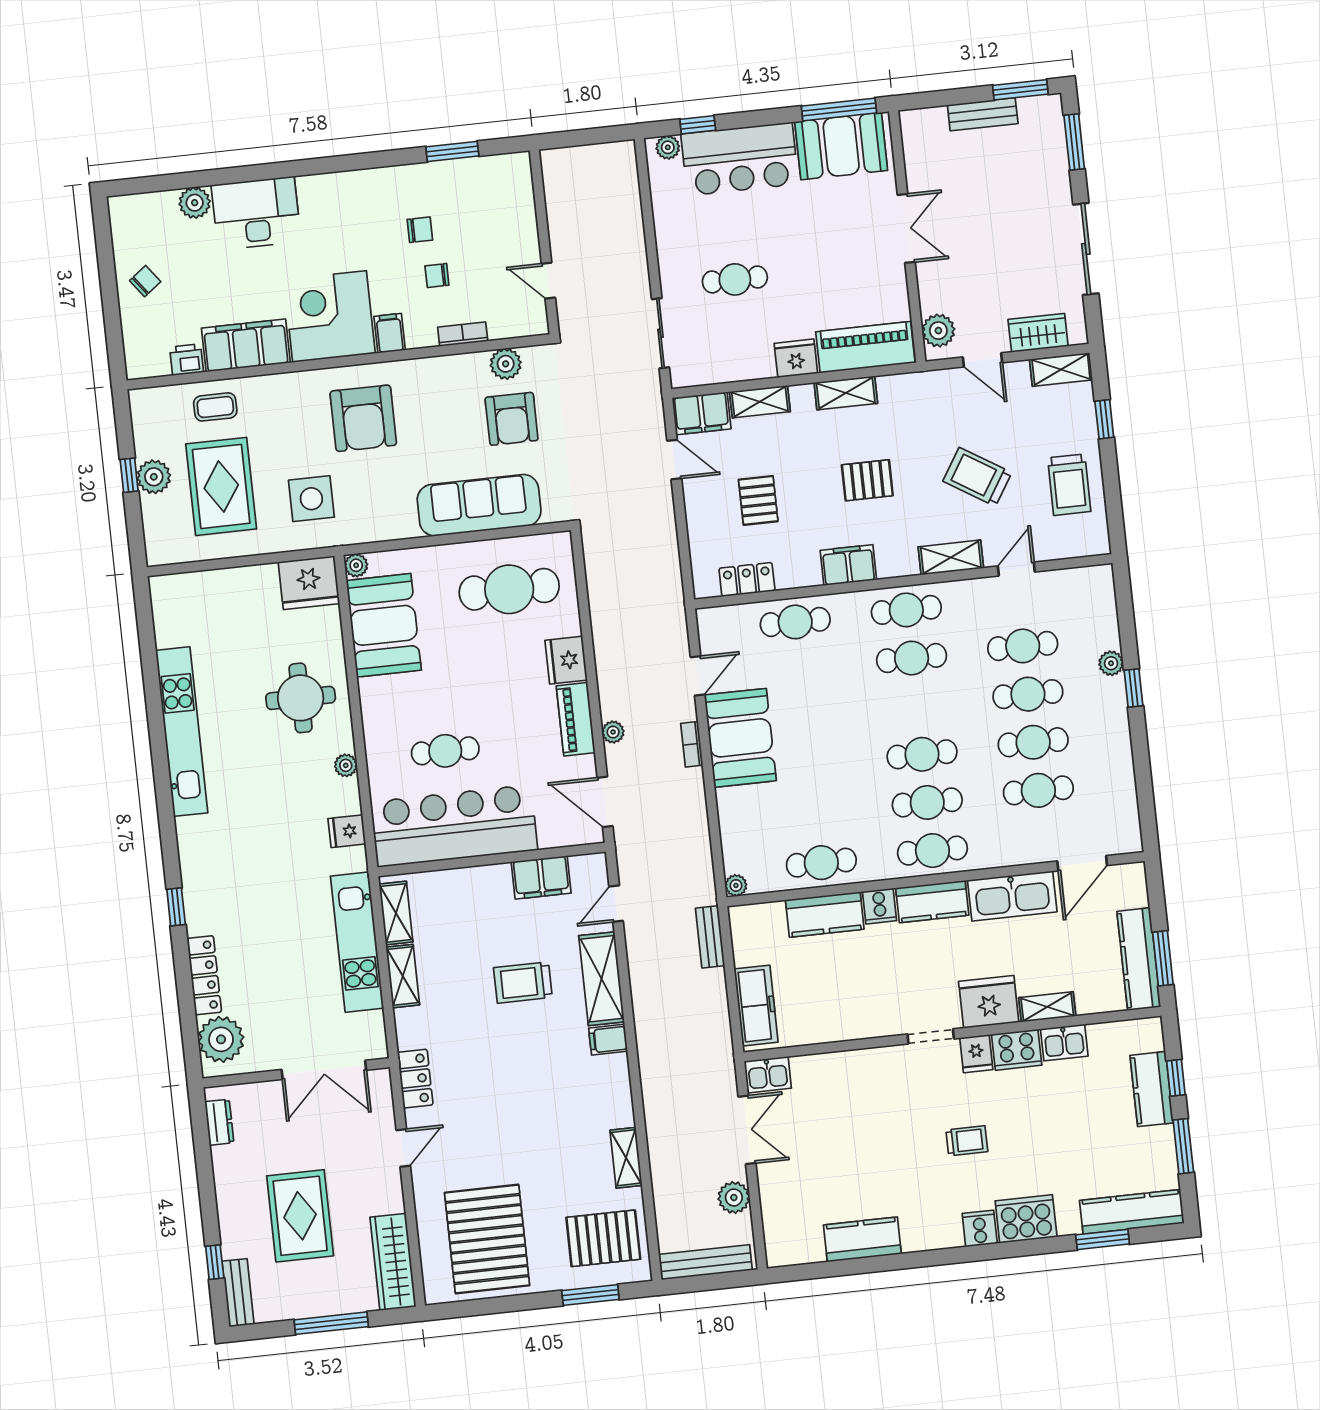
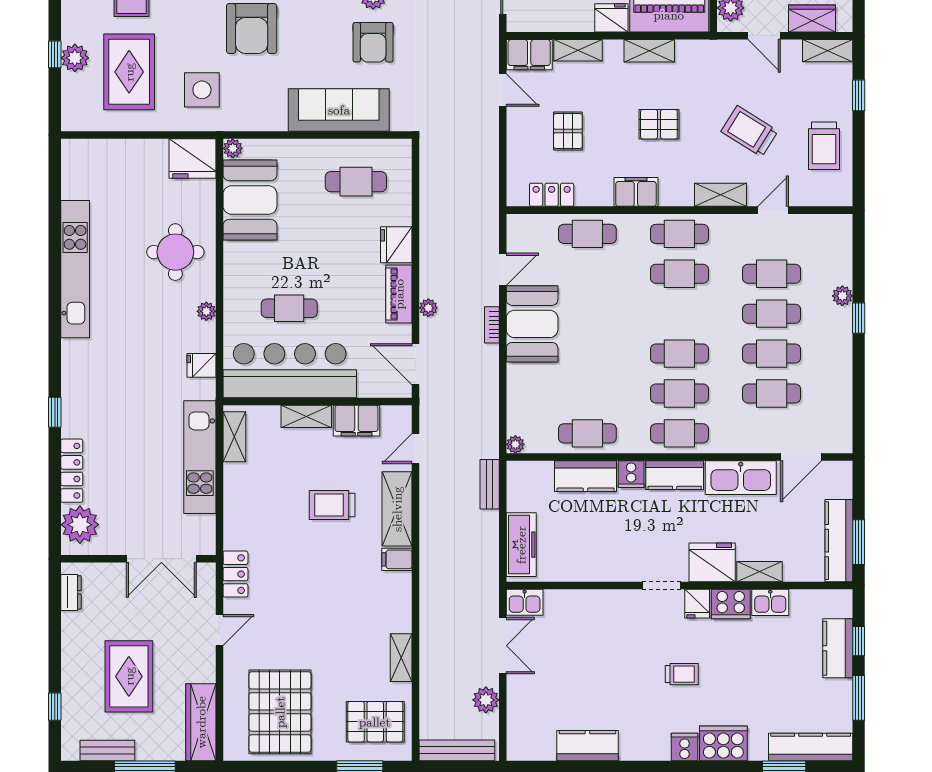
cafe table: (509, 589) -> (356, 182), width x0.73, depth x0.74
shelving: (403, 976) -> (306, 416), moved, turned 90
bench: (238, 1293) -> (107, 751), moved, turned 90

